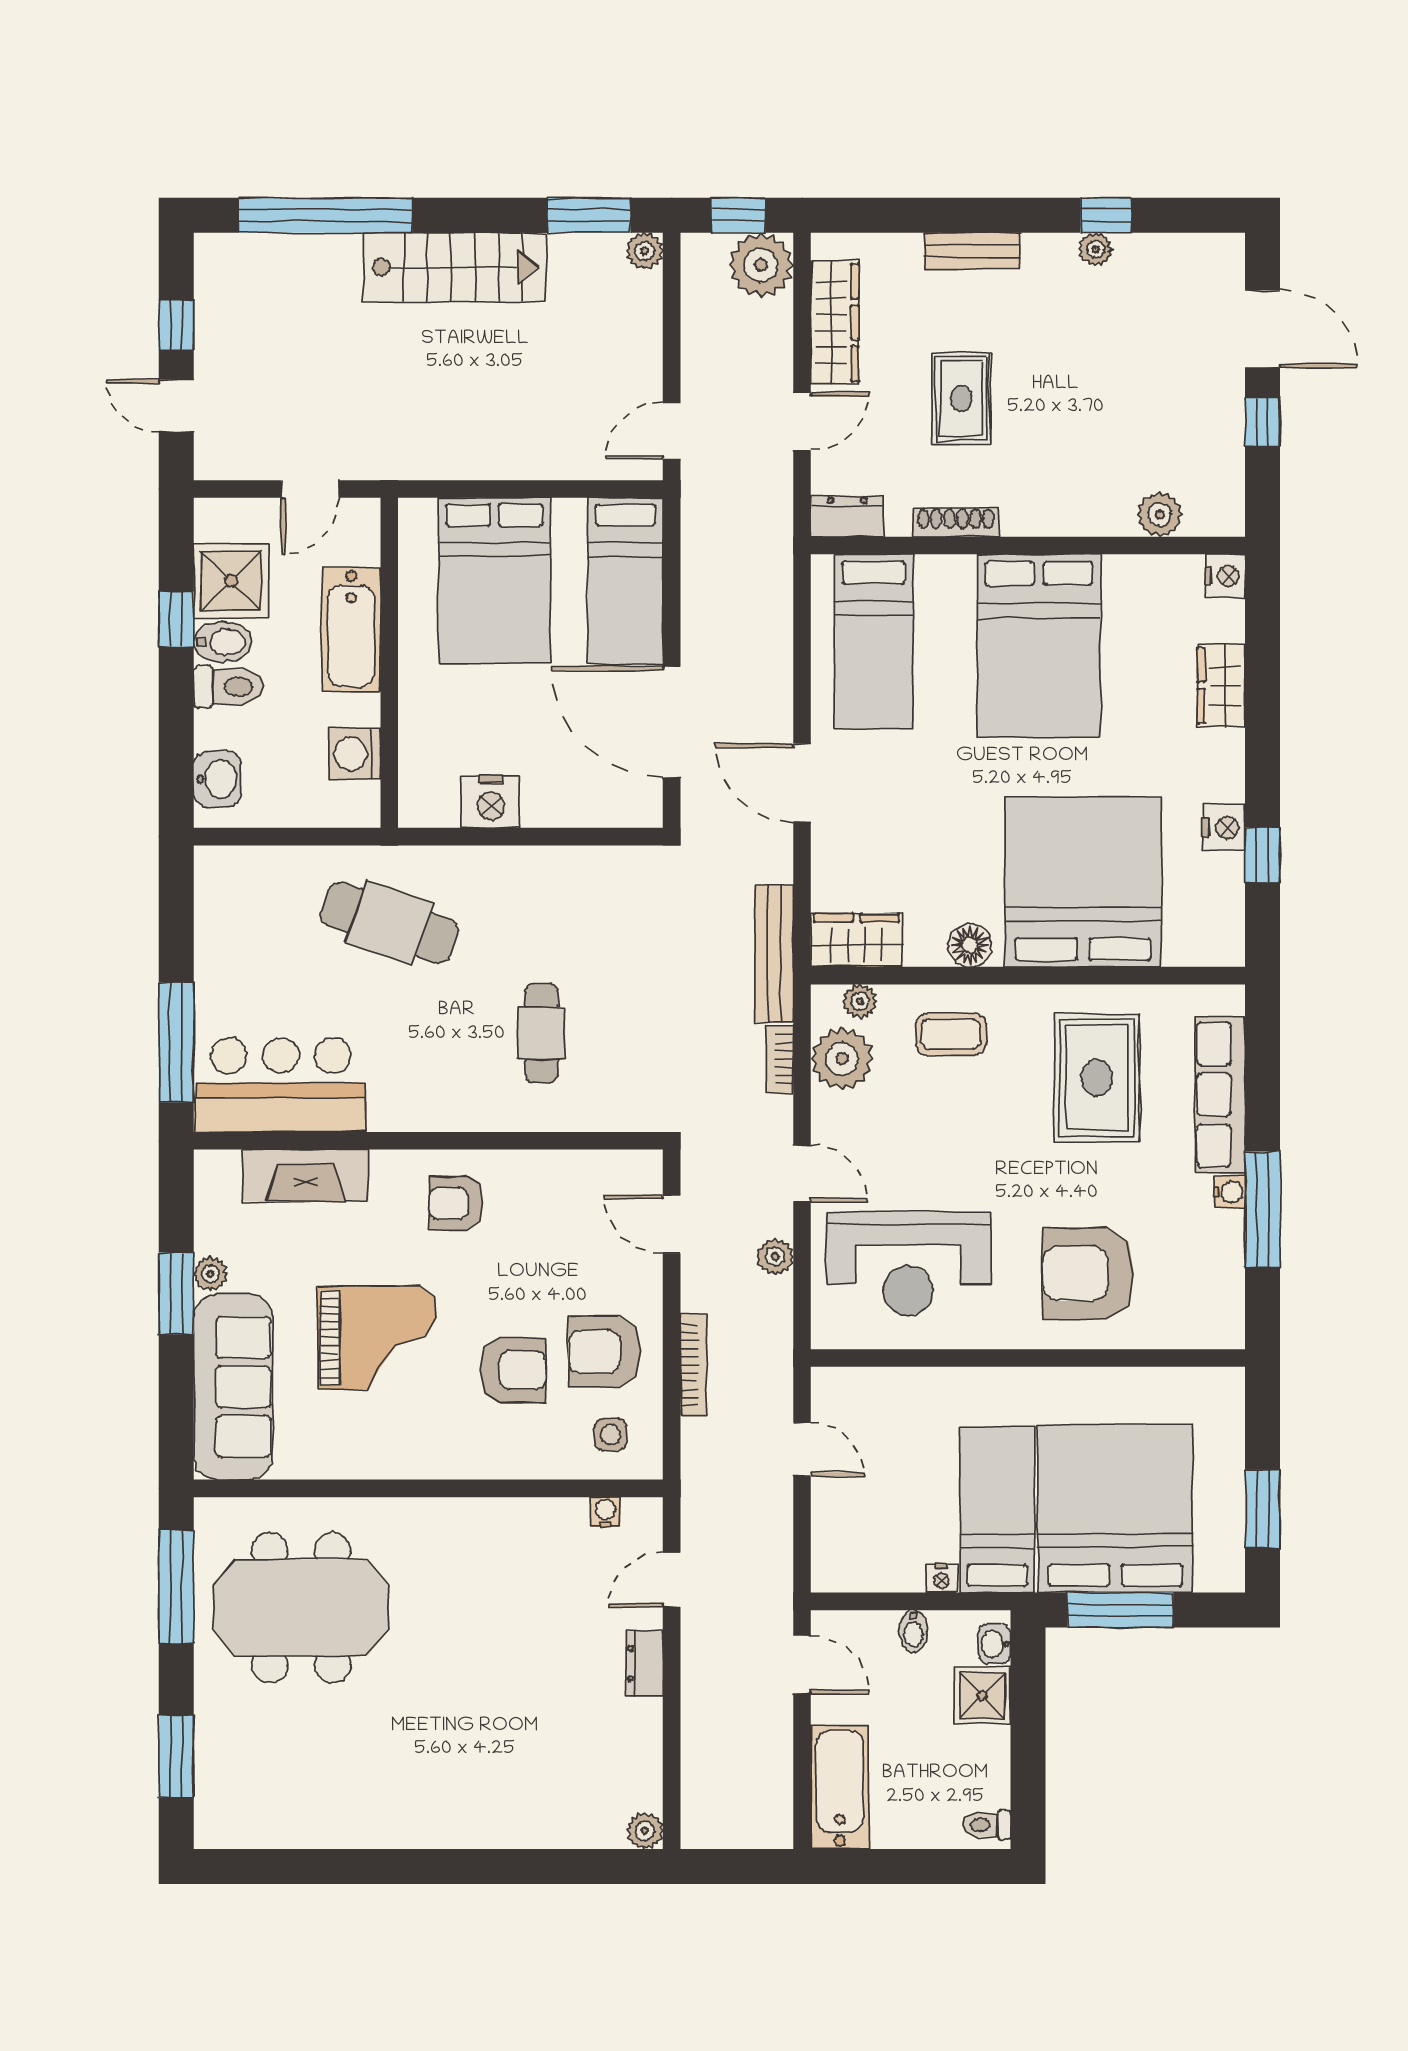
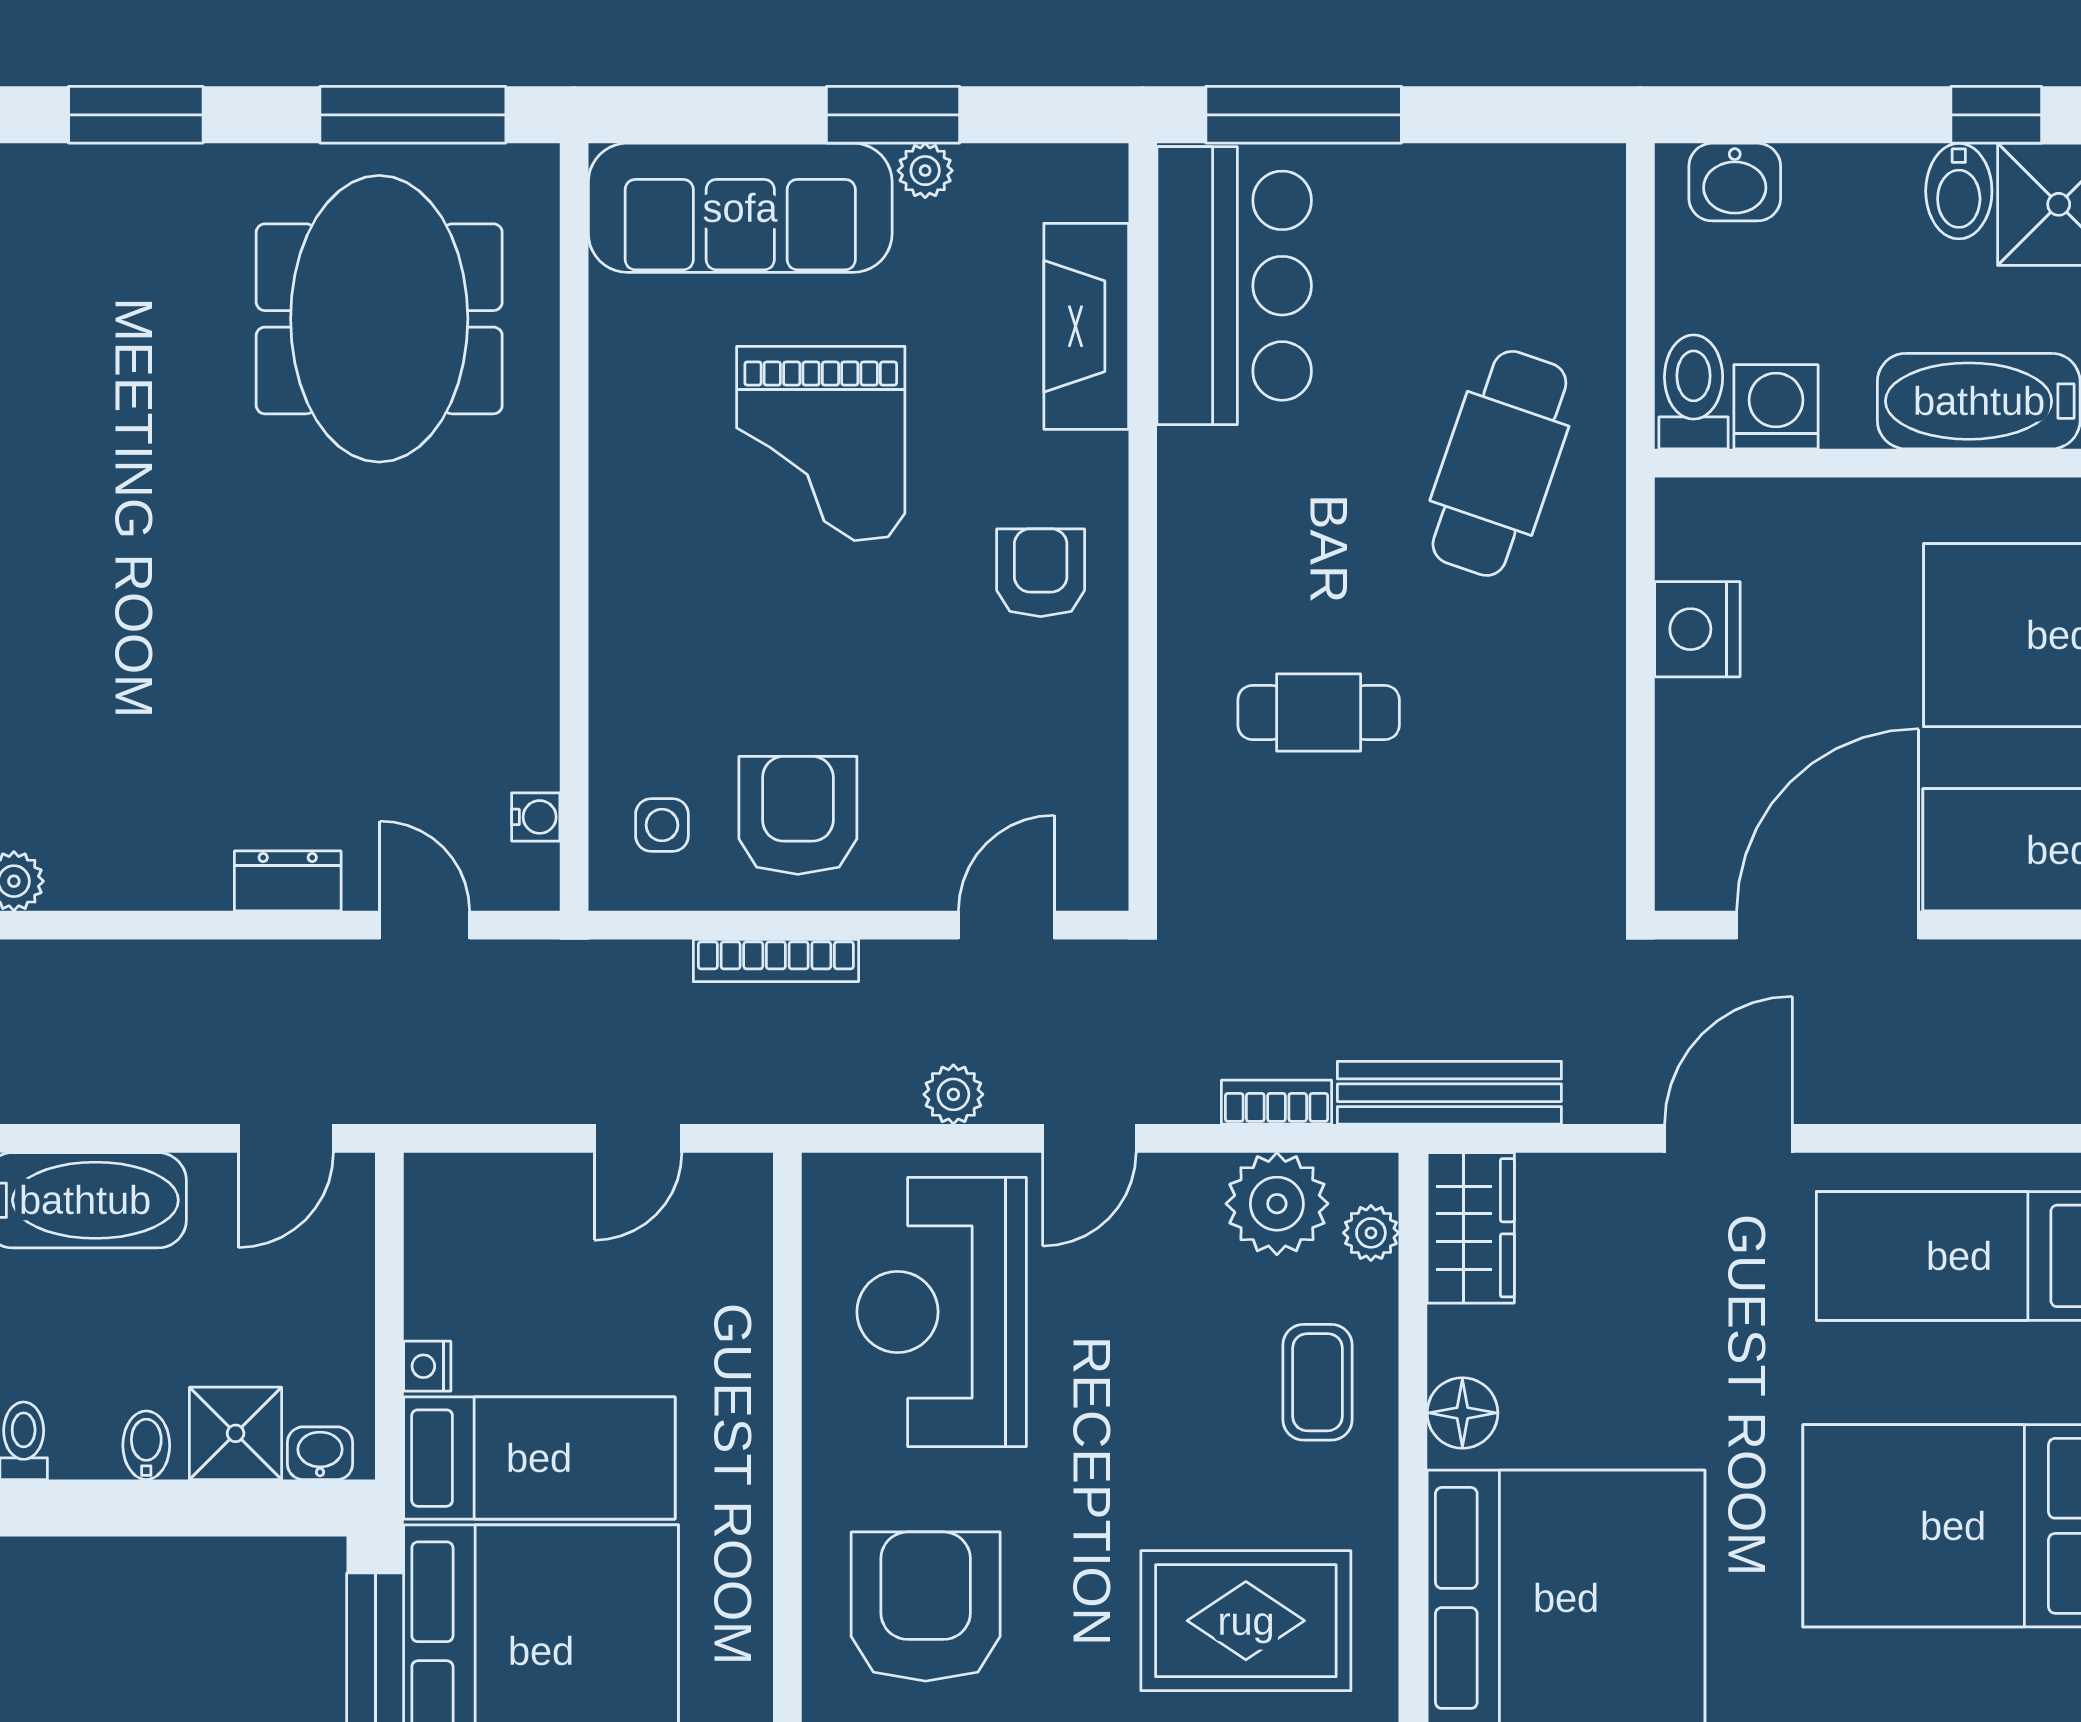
toilet: (229, 687) -> (1694, 392), moved, turned 180
armchair: (513, 1370) -> (768, 666), removed
bidet: (913, 1631) -> (146, 1445), moved, turned 90

